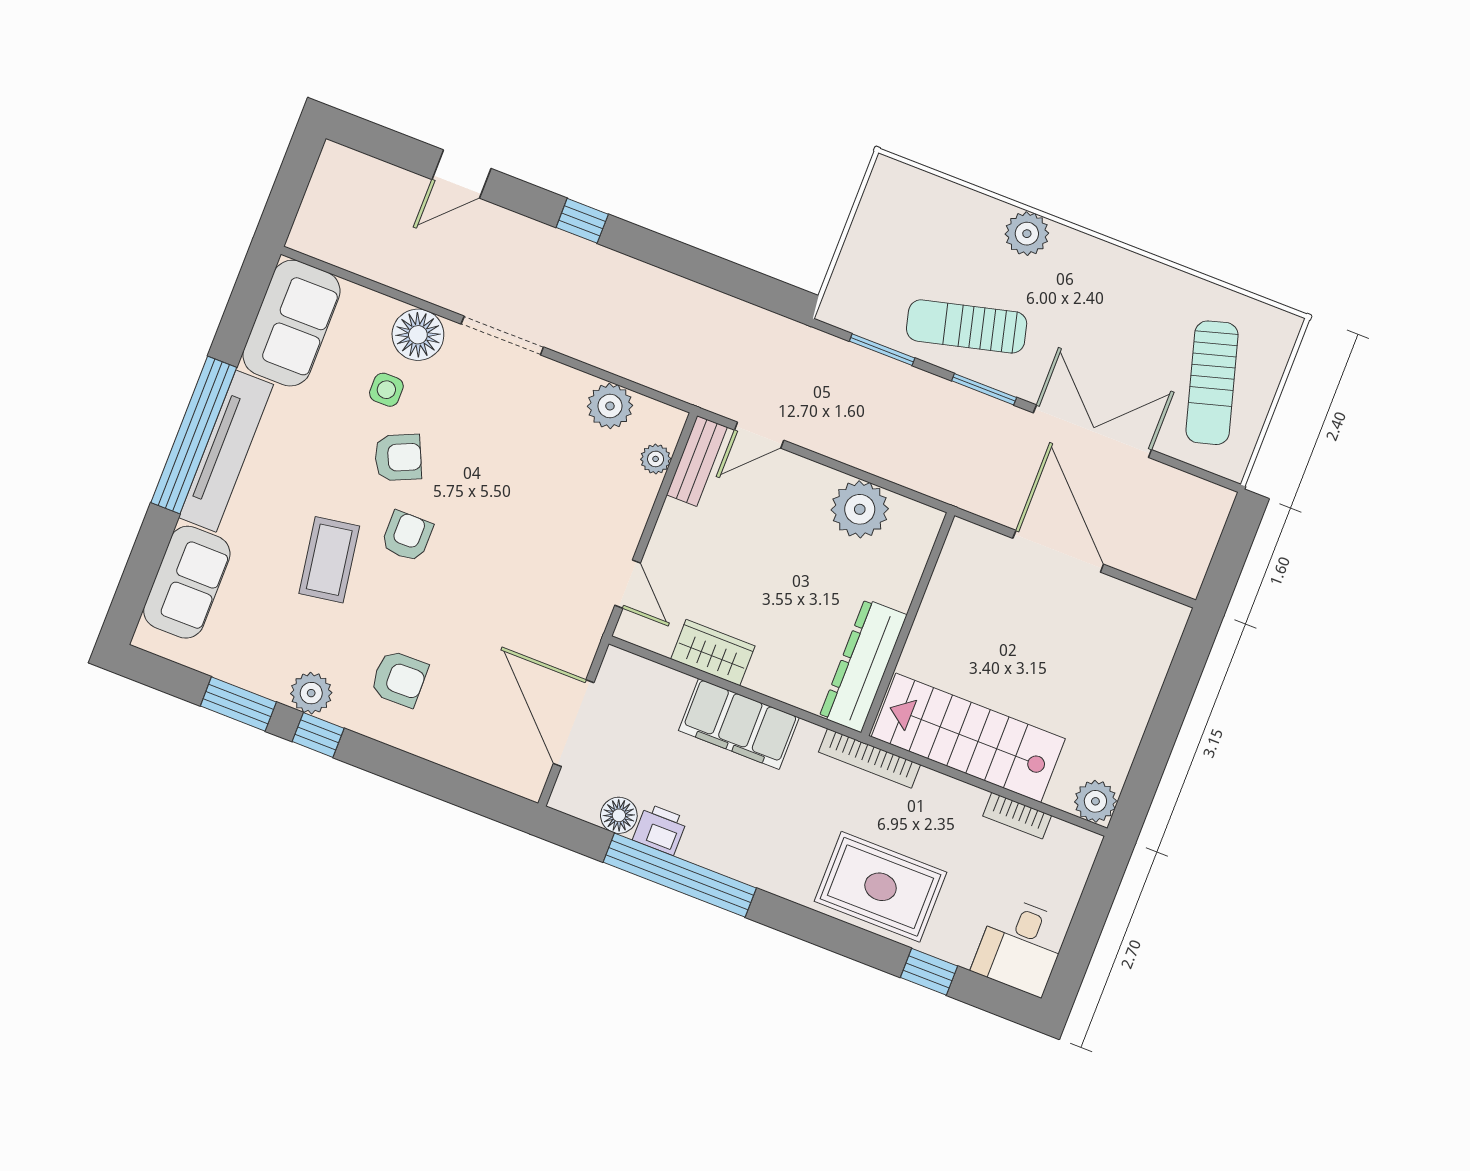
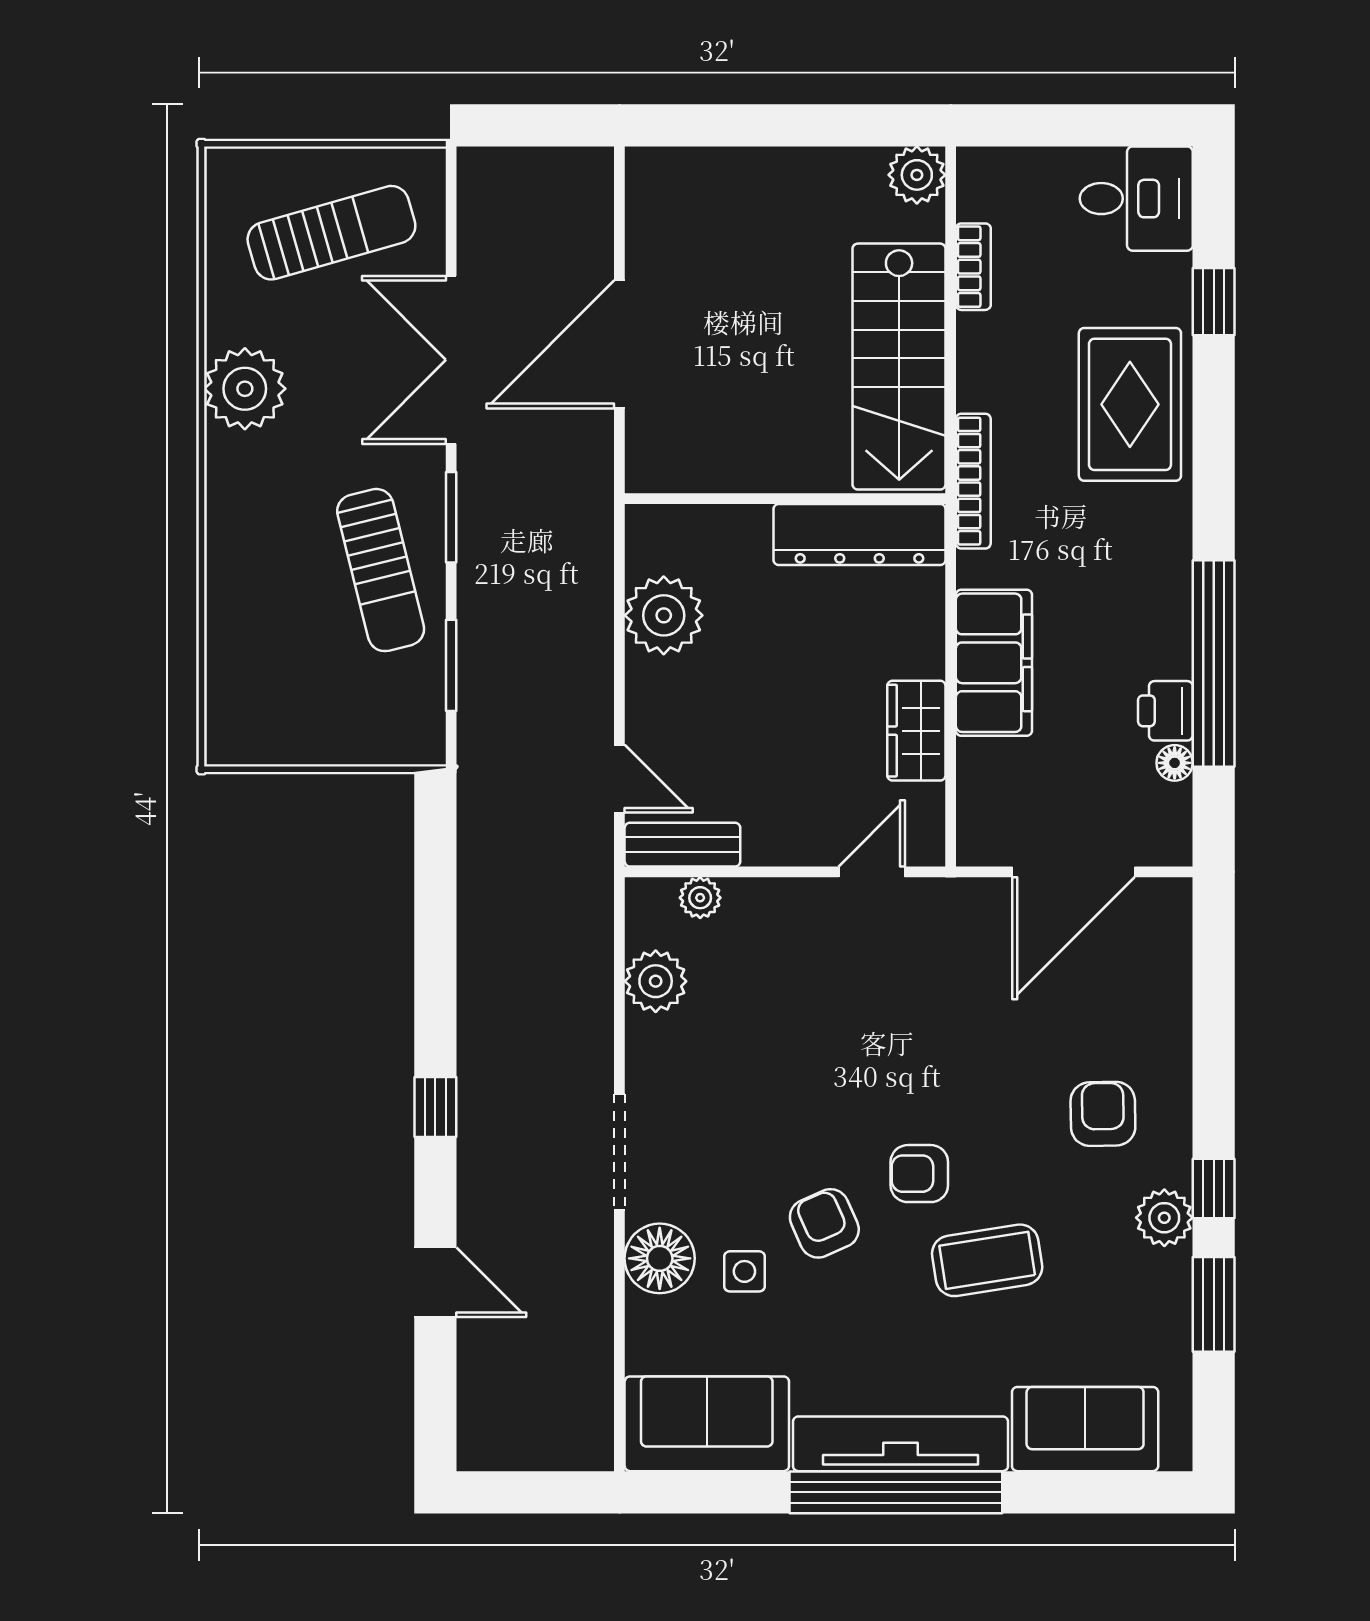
plant: (1027, 234) -> (245, 389), moved, width x1.36, depth x1.36
floor lamp: (619, 815) -> (1175, 763), width x0.73, depth x0.73

